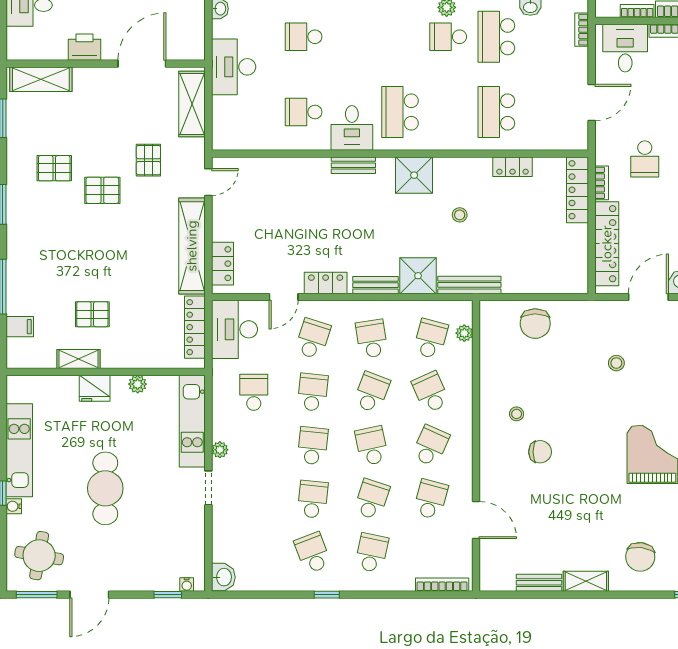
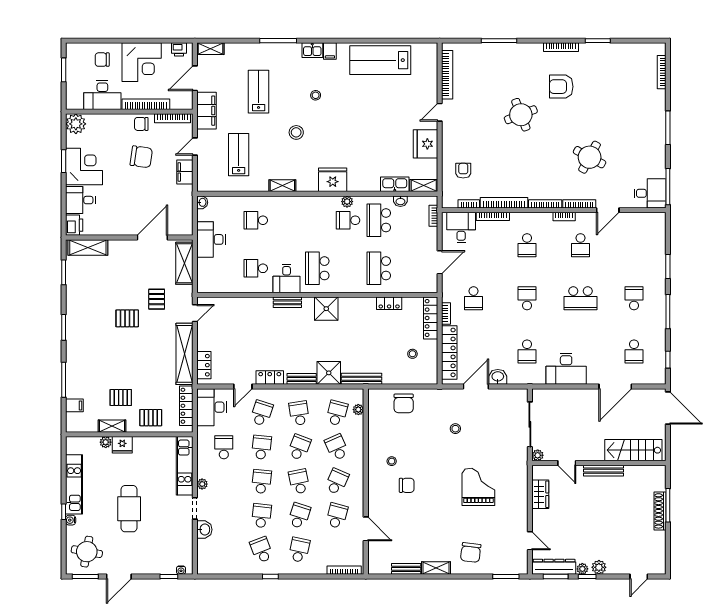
printer: (84, 47) -> (74, 225), moved, turned 90
pallet: (54, 168) -> (151, 418), moved
stool: (460, 215) -> (412, 354), moved
plant: (138, 384) -> (106, 442), moved
washbasin: (223, 577) -> (204, 530), moved

